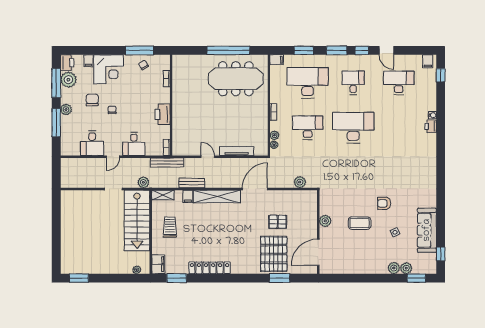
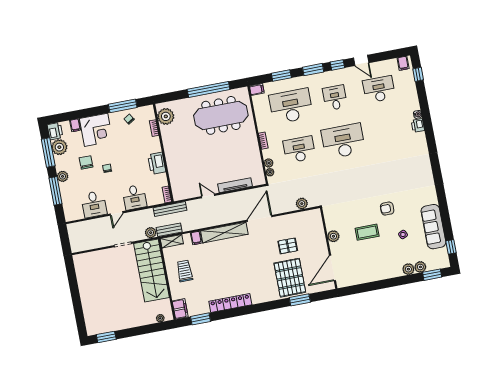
plant: (181, 69) -> (166, 116), added
bench: (192, 183) -> (169, 230), moved

